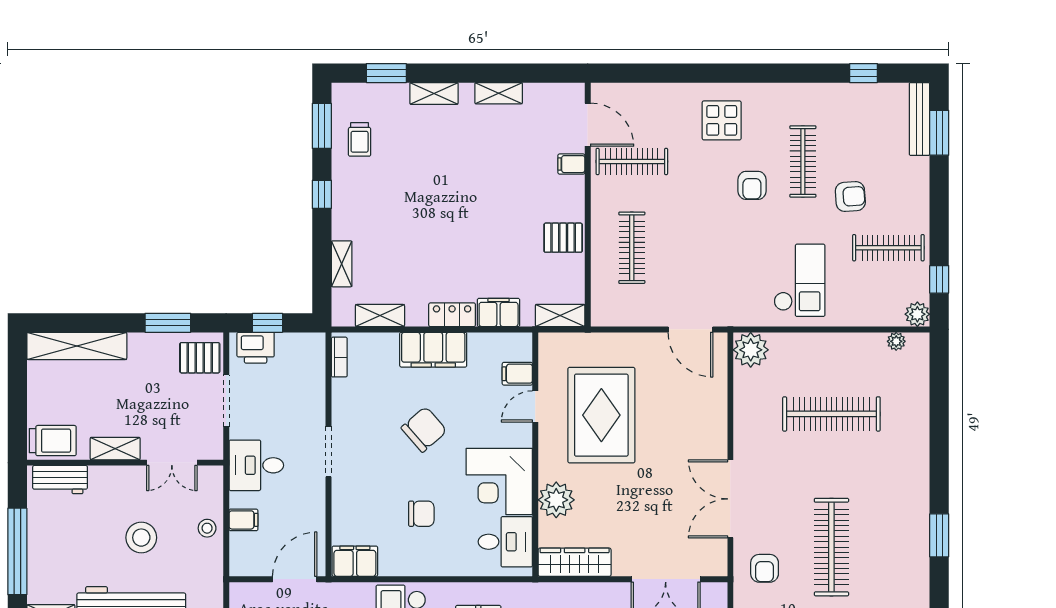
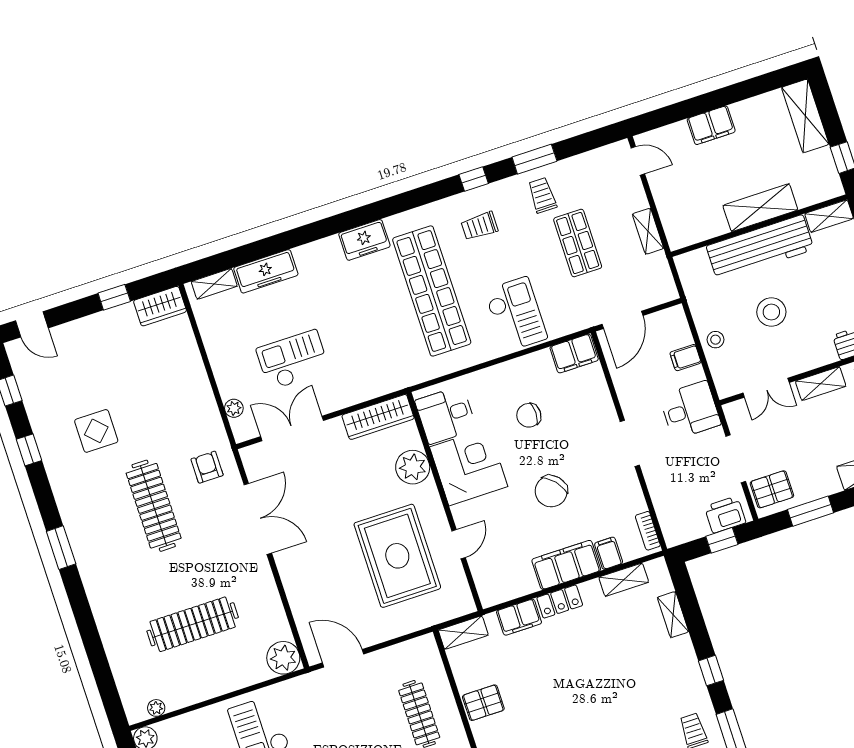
filing cabinet: (517, 374) -> (609, 553), moved, turned -90
double door: (172, 463) -> (766, 388), swing flipped

